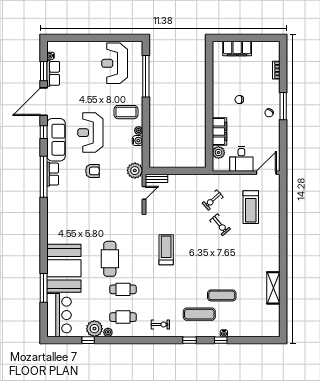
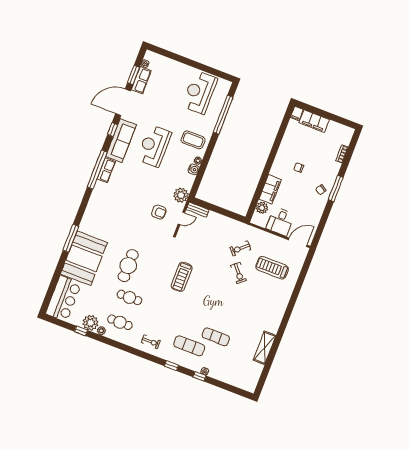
filing cabinet: (217, 48) -> (297, 113), added
armchair: (92, 171) -> (159, 212), moved
treadmill: (251, 207) -> (272, 268), turned 90
treadmill: (166, 250) -> (182, 277), turned 180
window: (44, 288) -> (71, 238), moved

